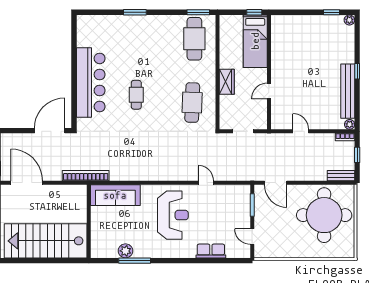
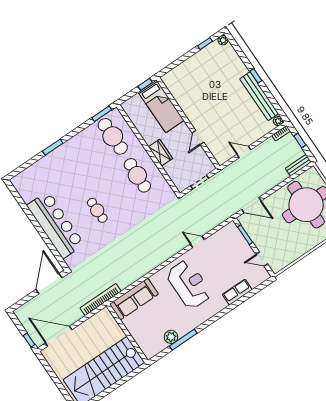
cafe table: (192, 103) -> (137, 175), moved

